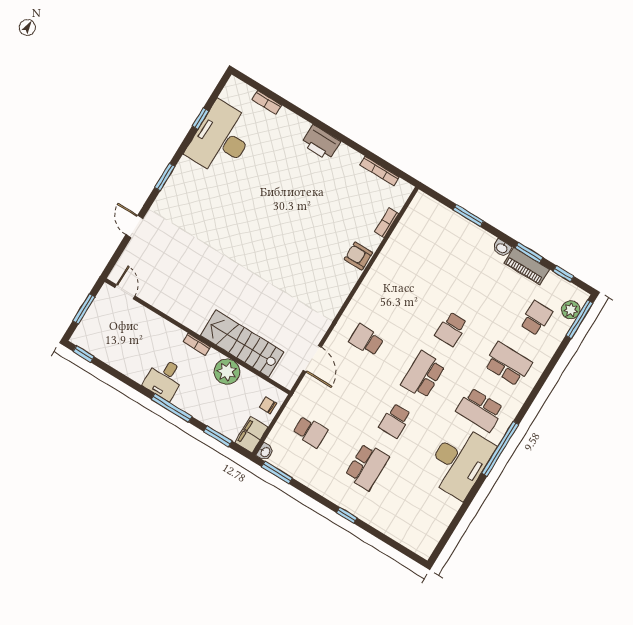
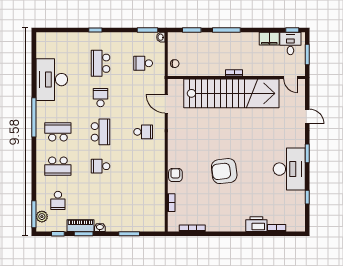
desk: (221, 139) -> (289, 169), moved
printer: (321, 143) -> (256, 224), moved
armchair: (290, 221) -> (224, 171), added
armchair: (358, 256) -> (175, 175), turned -90
school desk: (451, 329) -> (100, 166), turned -90
stairs: (242, 344) -> (231, 93), width x1.86, depth x1.51
plant: (227, 372) -> (208, 68), removed
desk: (165, 379) -> (290, 43), moved
filing cabinet: (251, 435) -> (269, 39), moved, turned 90
desk: (460, 462) -> (52, 80), moved

